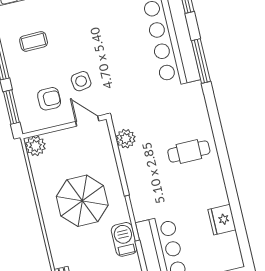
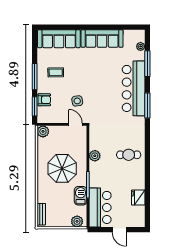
armchair: (49, 99) -> (44, 100), moved
plant: (126, 139) -> (95, 156), moved

